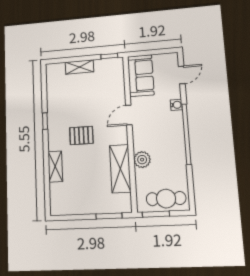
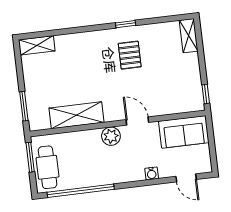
shelving: (79, 67) -> (189, 36), moved
window: (186, 134) -> (81, 191), moved
pallet: (81, 136) -> (130, 55), moved
plant: (142, 160) -> (111, 136), moved
shelving: (55, 167) -> (37, 45), moved

